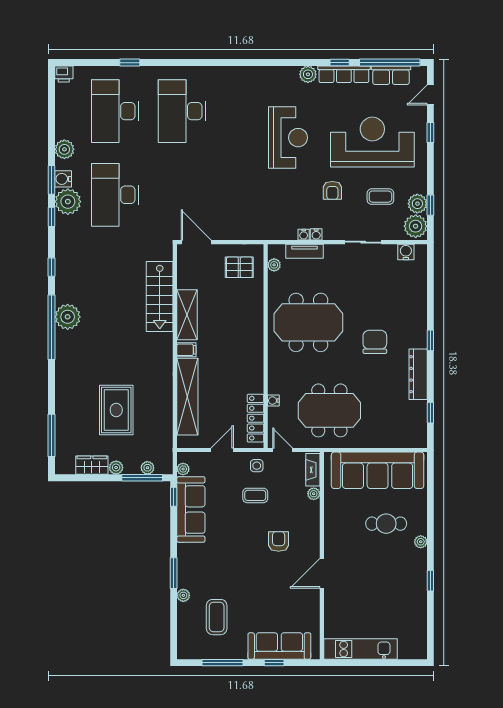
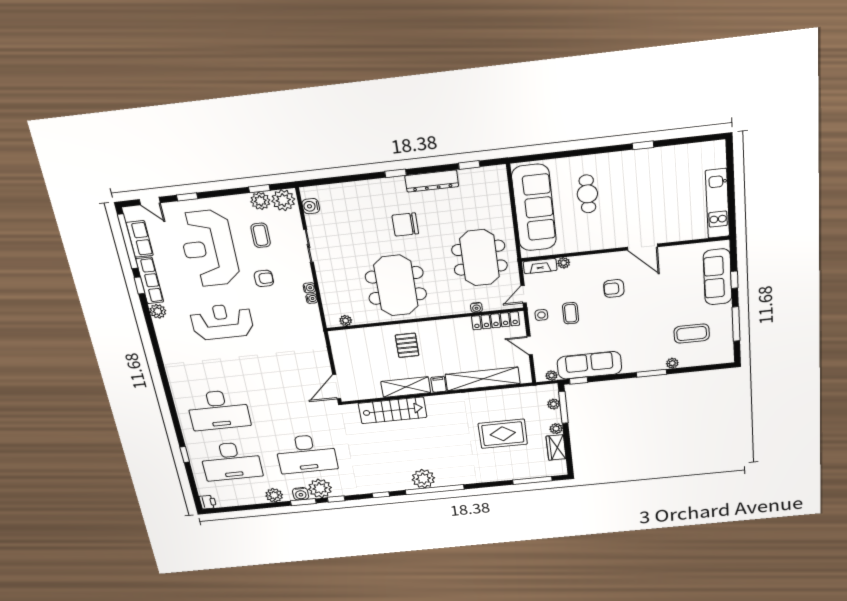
tv unit: (304, 251) -> (328, 296), removed
pallet: (239, 267) -> (407, 345), moved
plant: (421, 542) -> (603, 159), removed

